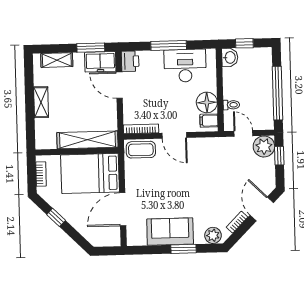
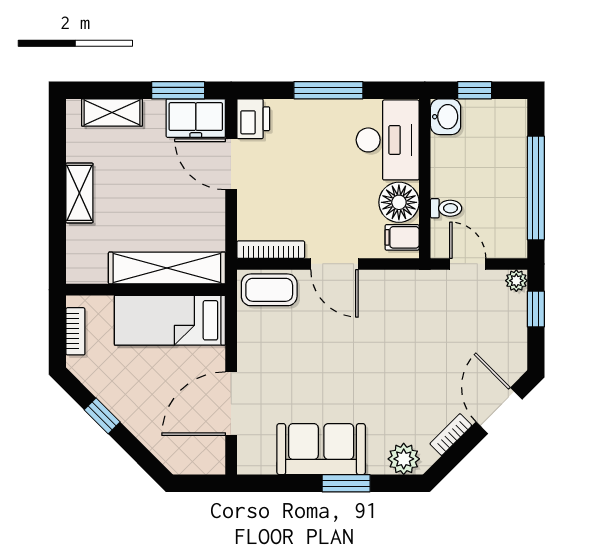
desk: (185, 66) -> (388, 140), moved, turned 90
plant: (264, 146) -> (516, 281), width x0.53, depth x0.53
bed: (90, 173) -> (170, 320), width x0.67

